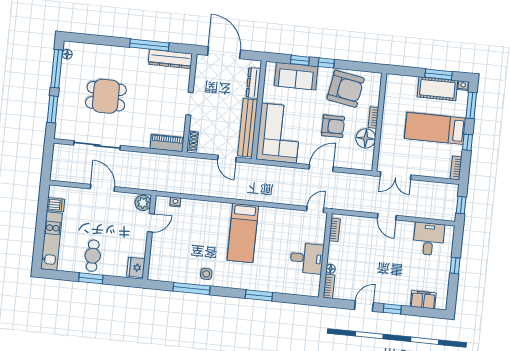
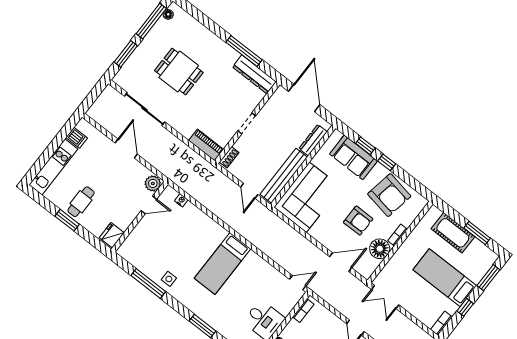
nightstand: (463, 86) -> (492, 256), removed
cot: (437, 89) -> (453, 233), moved
door: (321, 168) -> (341, 262), moved

